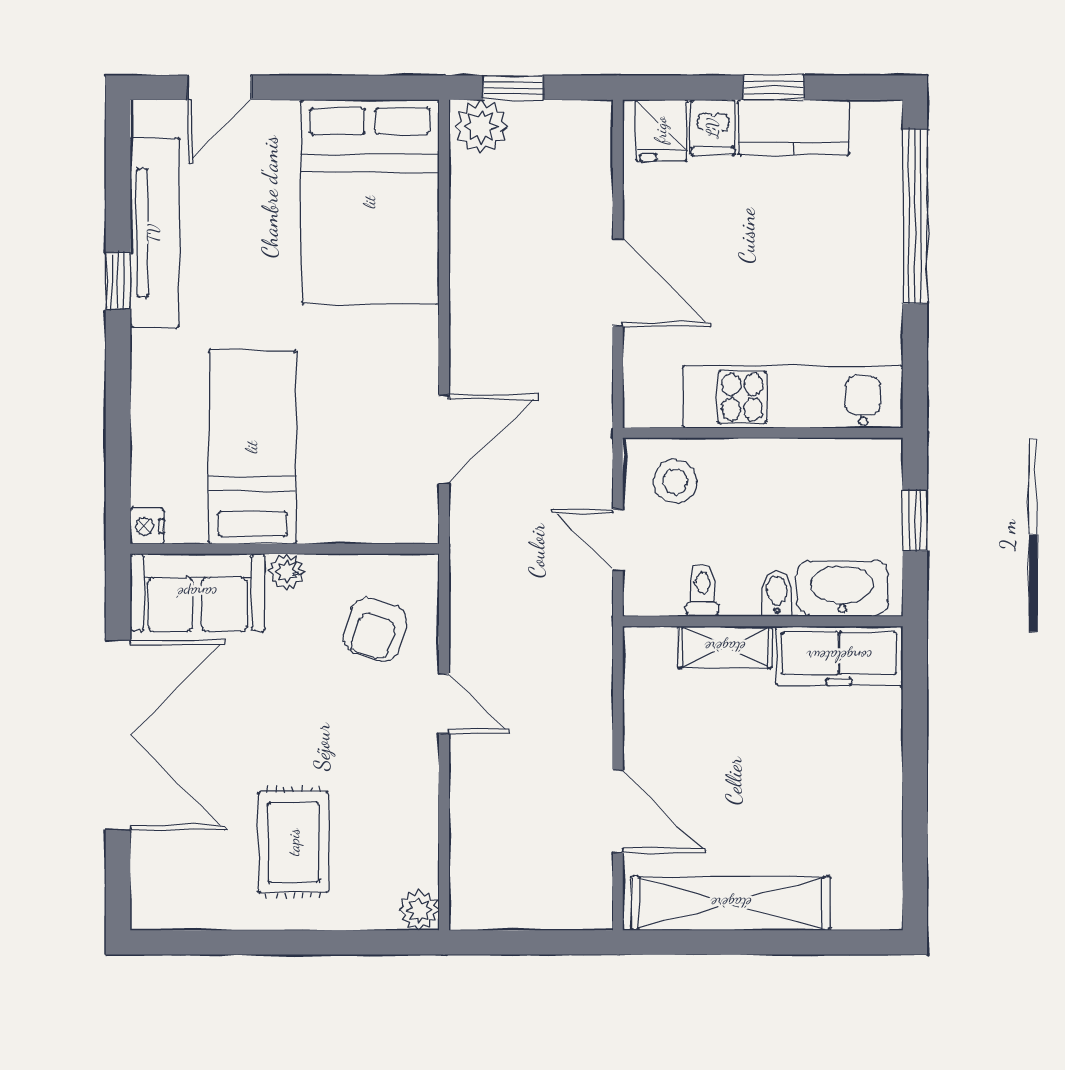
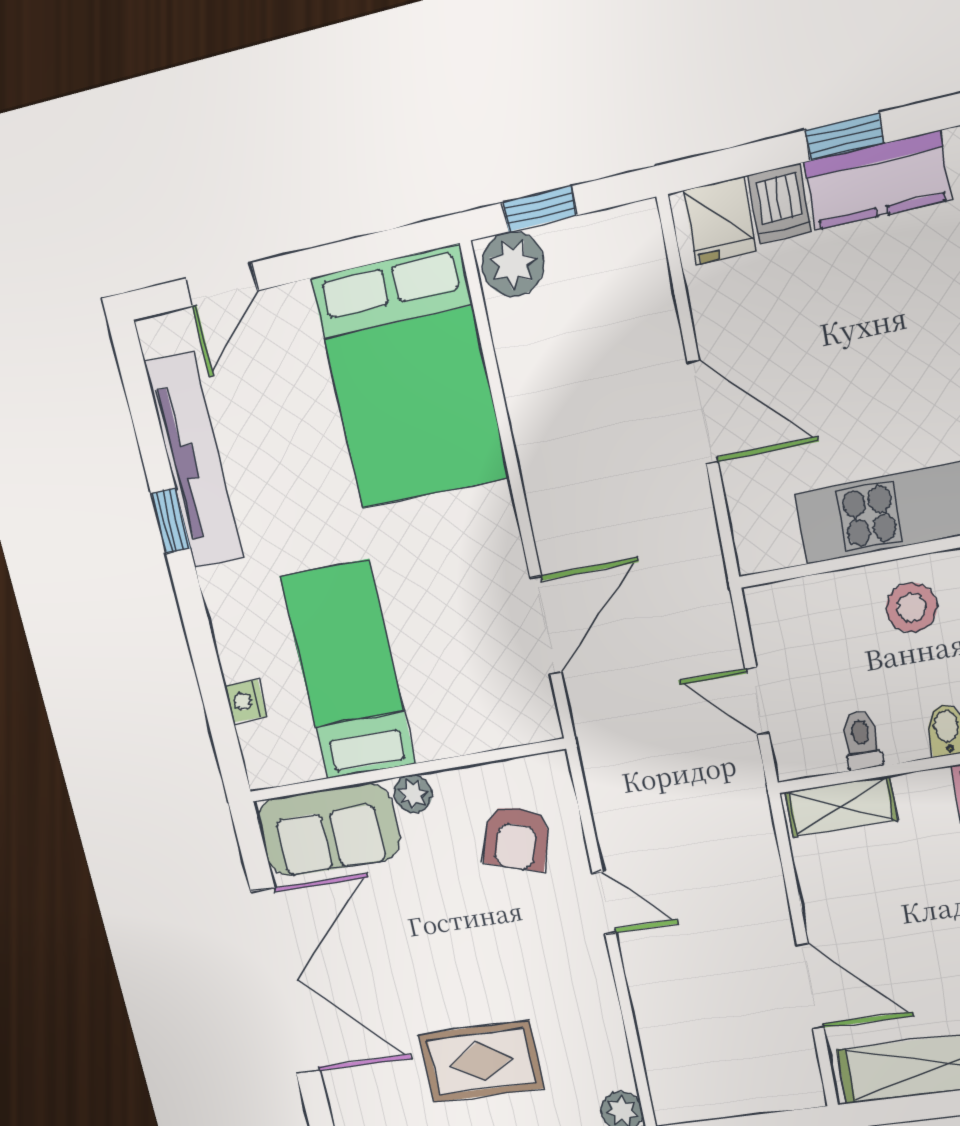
stool: (675, 481) -> (911, 608), moved
nightstand: (147, 526) -> (245, 701), moved
shelving: (725, 647) -> (841, 806), moved
rug: (294, 842) -> (481, 1061), turned 90

